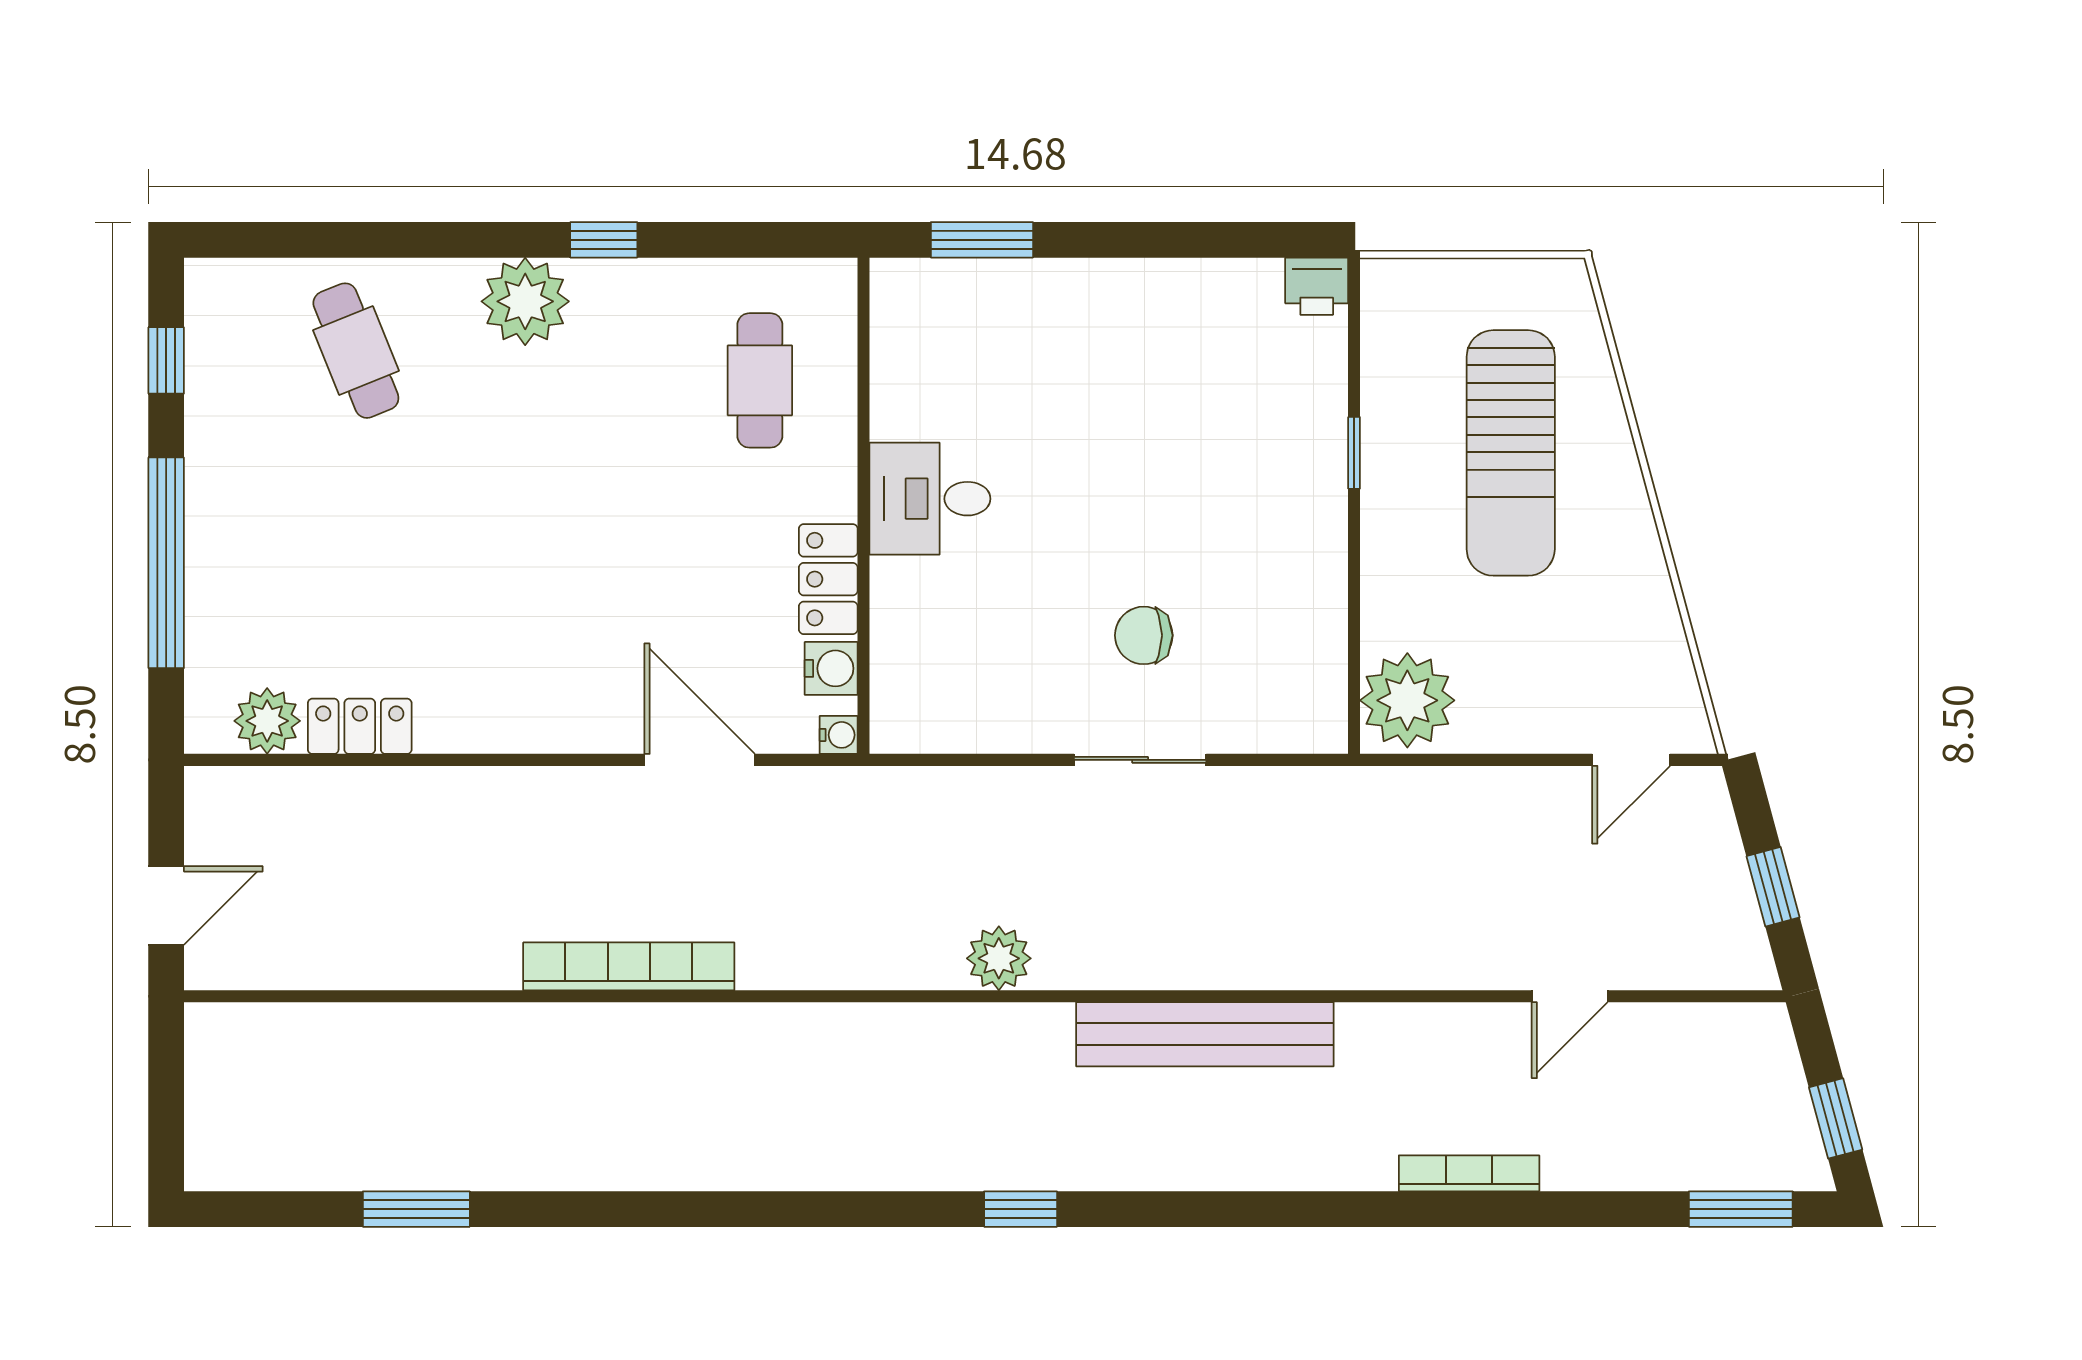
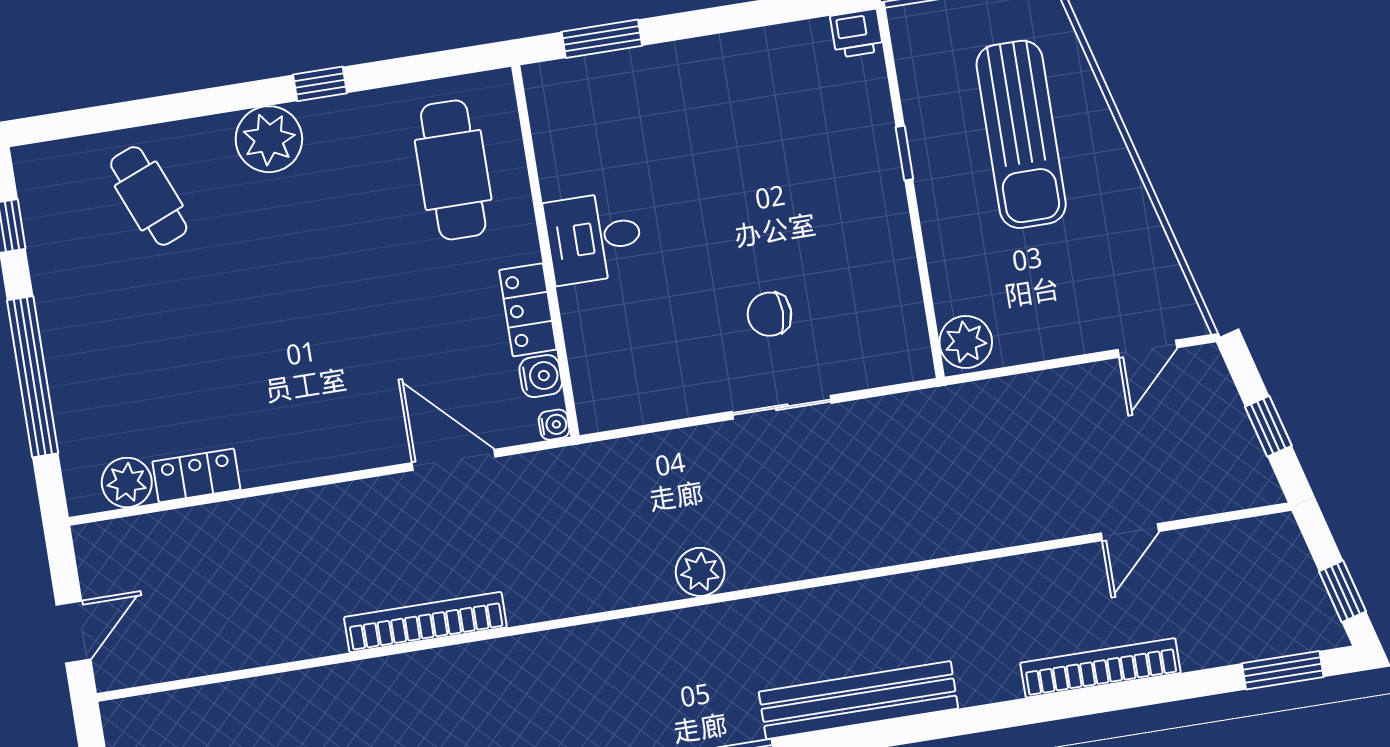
cafe table: (760, 380) -> (453, 170), width x1.37, depth x1.35
plant: (1407, 700) -> (966, 342), width x0.73, depth x0.73
bench: (1205, 1034) -> (858, 700), moved
bookcase: (1469, 1173) -> (1100, 668), width x1.48, depth x1.31

